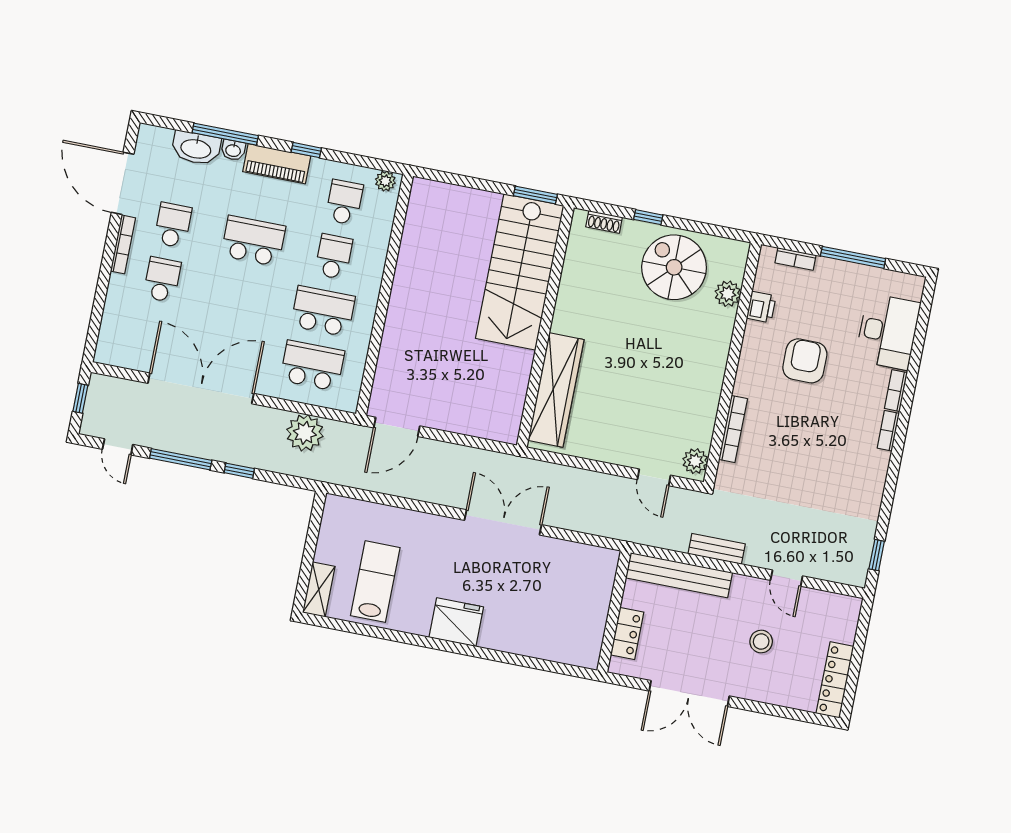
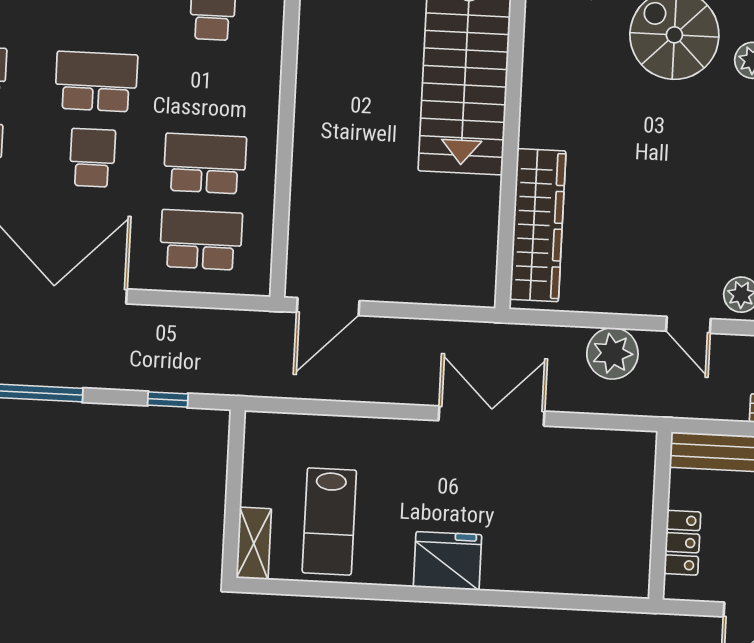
school desk: (334, 257) -> (92, 158), moved
plant: (305, 433) -> (612, 353), moved
window: (239, 471) -> (168, 400), moved
lab bench: (375, 582) -> (329, 521), turned 180

